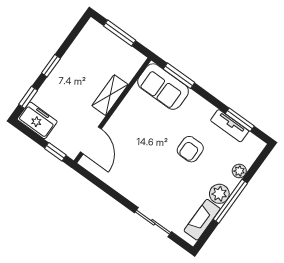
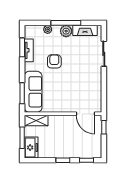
sofa: (163, 87) -> (33, 92), width x1.36
shelving: (110, 95) -> (36, 120), moved
freezer: (37, 120) -> (31, 147), moved, turned 180
door: (91, 140) -> (86, 114), swing flipped
armchair: (190, 149) -> (54, 61), turned -90

